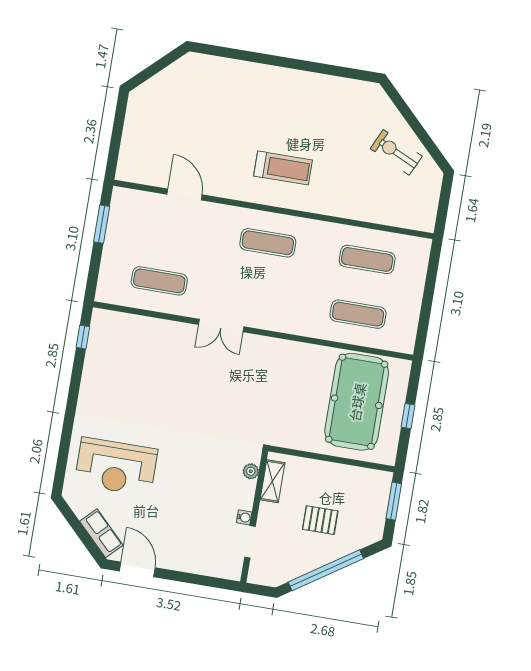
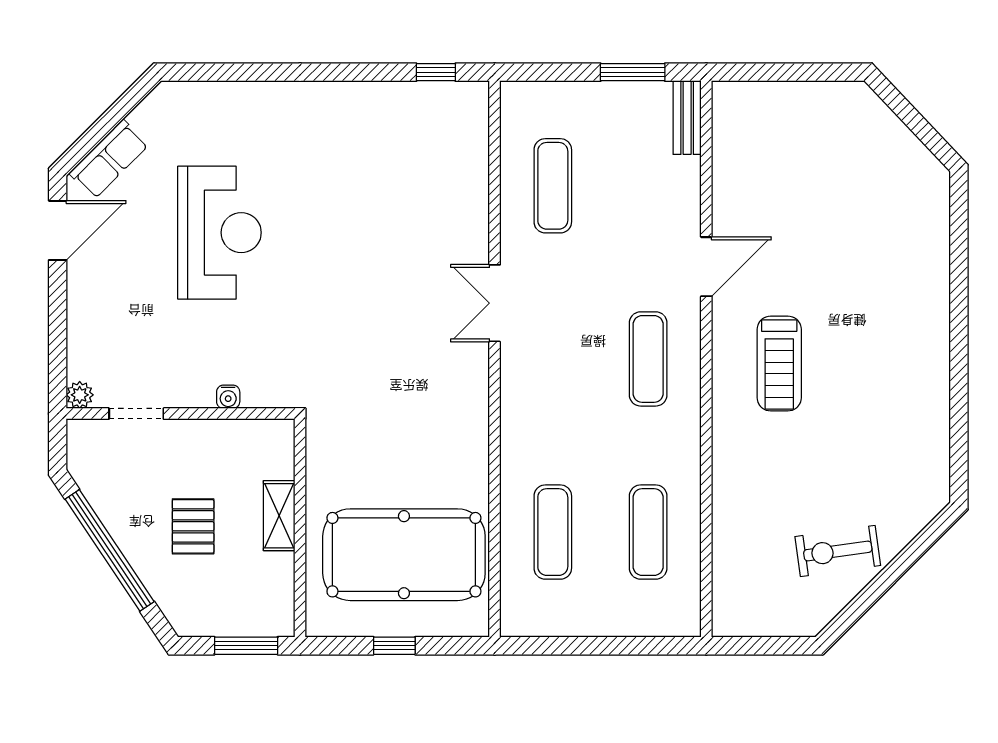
exercise bike: (396, 152) -> (838, 551), turned -123
door: (185, 195) -> (706, 267), moved
bench: (133, 197) -> (687, 118), added
reception desk: (116, 467) -> (219, 233), moved, turned 180
plant: (251, 471) -> (80, 395), moved
shelving: (272, 481) -> (279, 516), moved, turned 90
water cooler: (244, 517) -> (228, 397), moved

